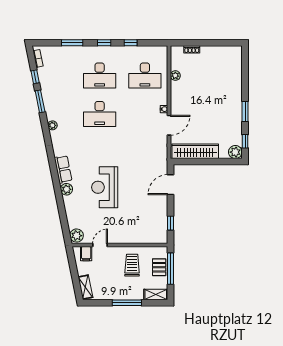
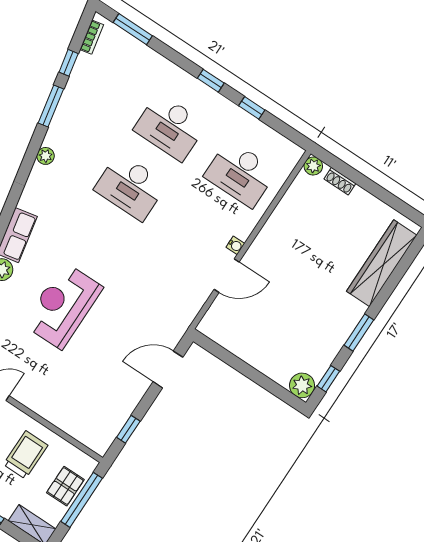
window: (72, 43) -> (133, 29), moved
plant: (175, 76) -> (313, 166), moved
wardrobe: (195, 151) -> (382, 263), moved, turned -90

